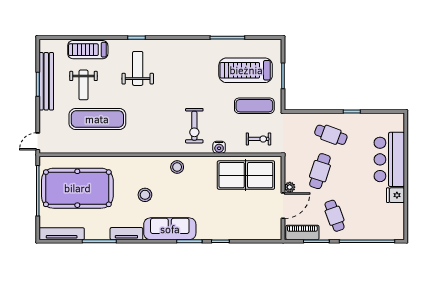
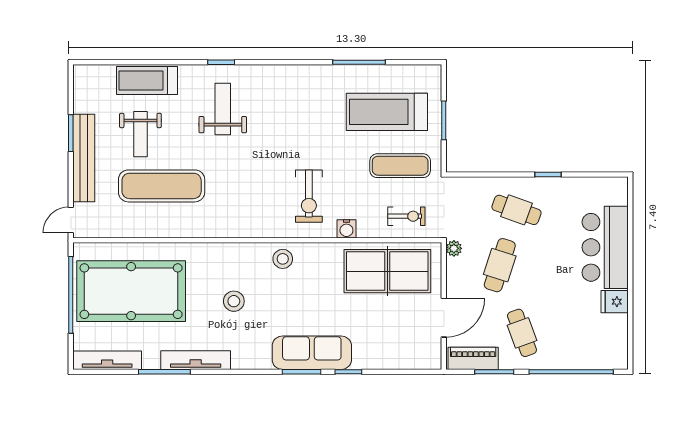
bench: (46, 81) -> (84, 158), moved
plant: (290, 187) -> (454, 248), moved
sofa: (170, 229) -> (312, 353), moved
tv unit: (126, 234) -> (196, 360), width x1.41

